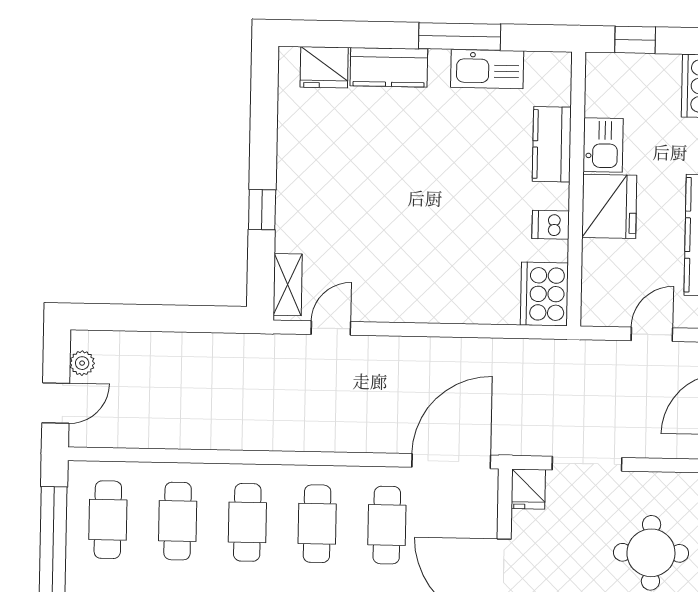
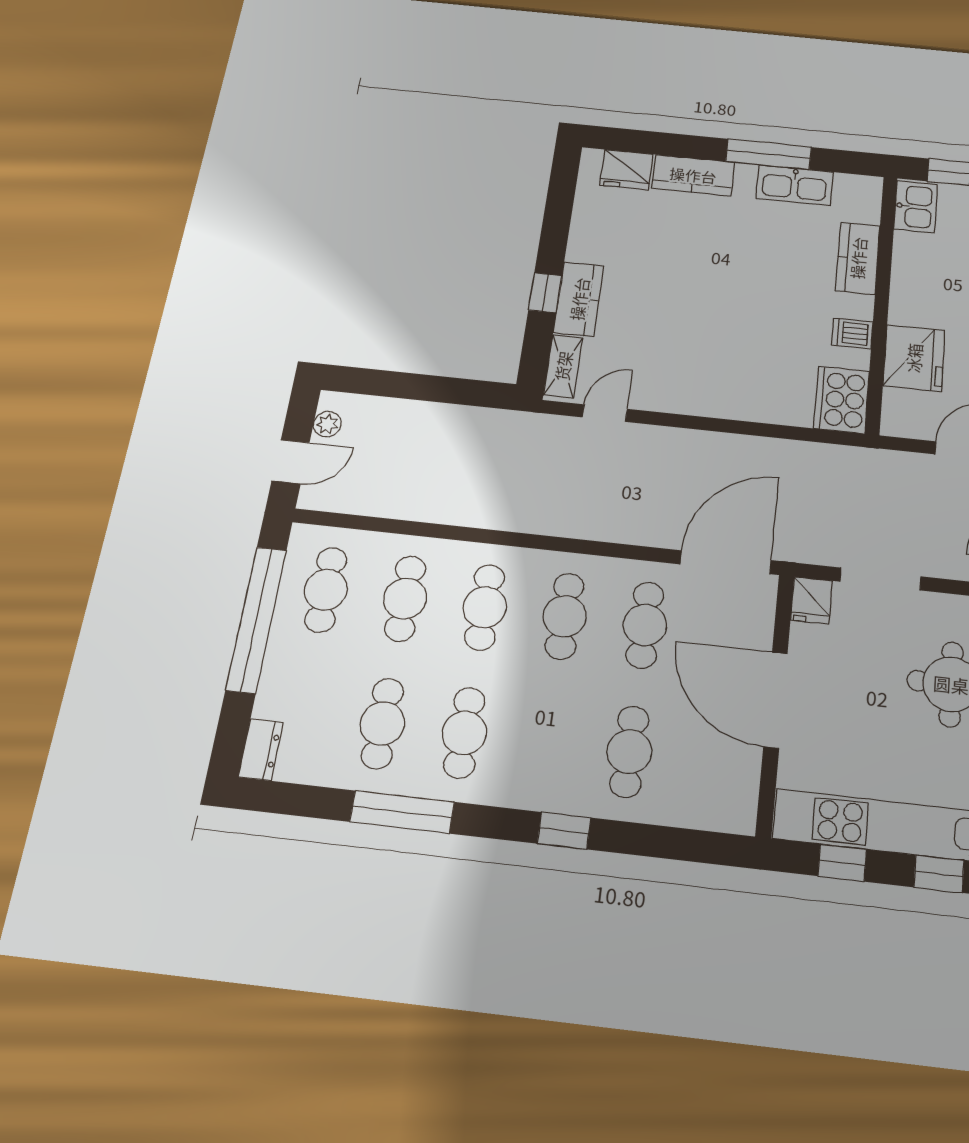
kitchen sink: (603, 145) -> (916, 207), moved
fridge: (609, 206) -> (914, 358), moved
kitchen counter: (294, 213) -> (579, 299), added

